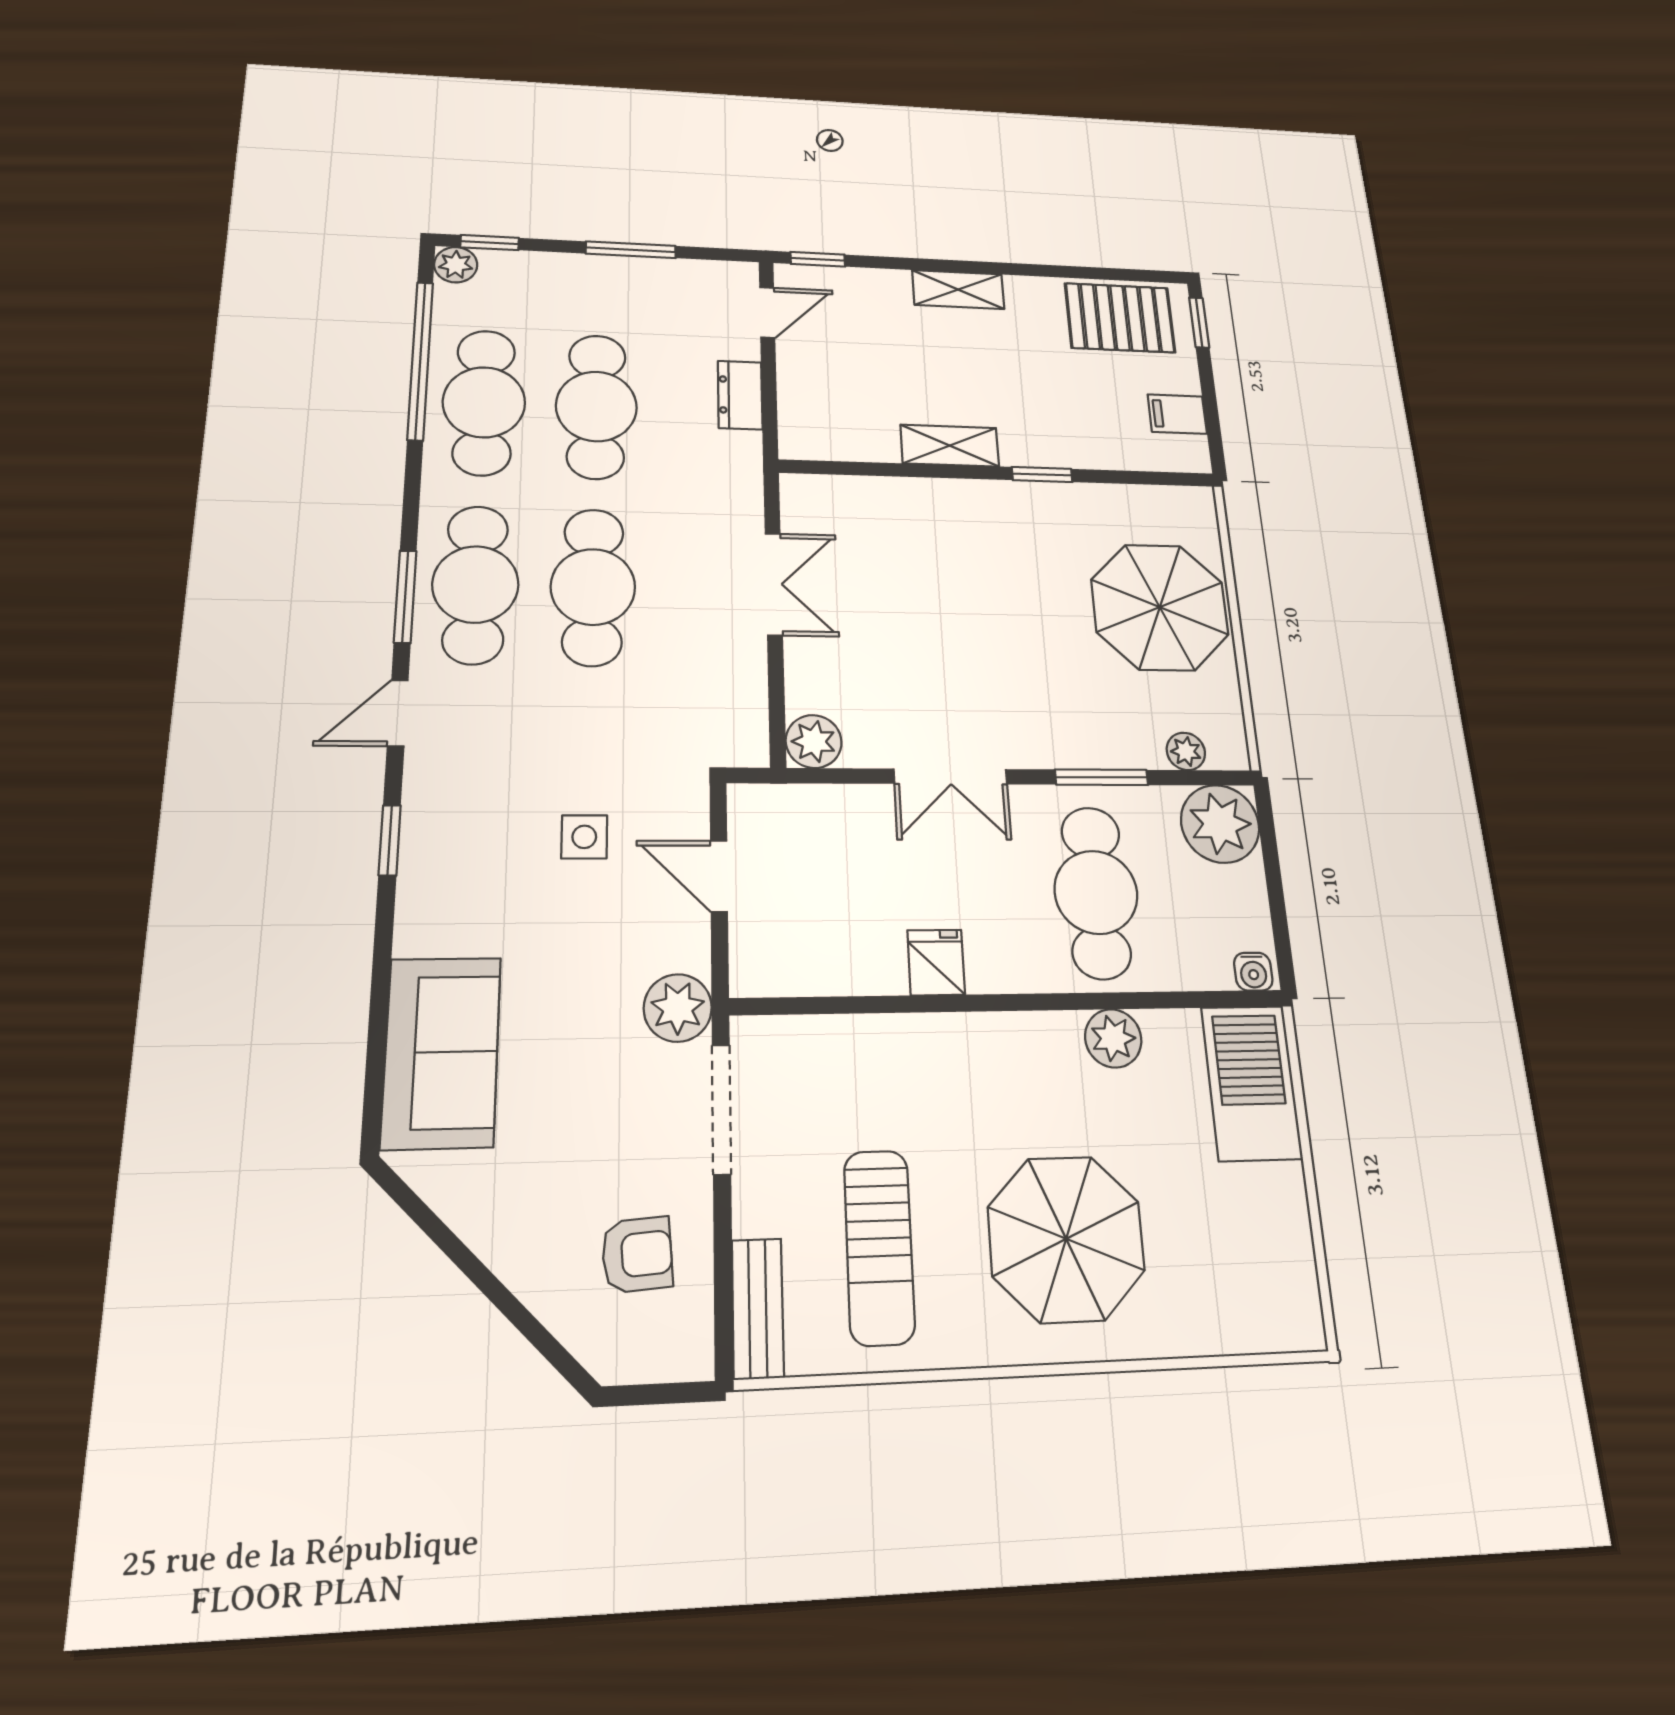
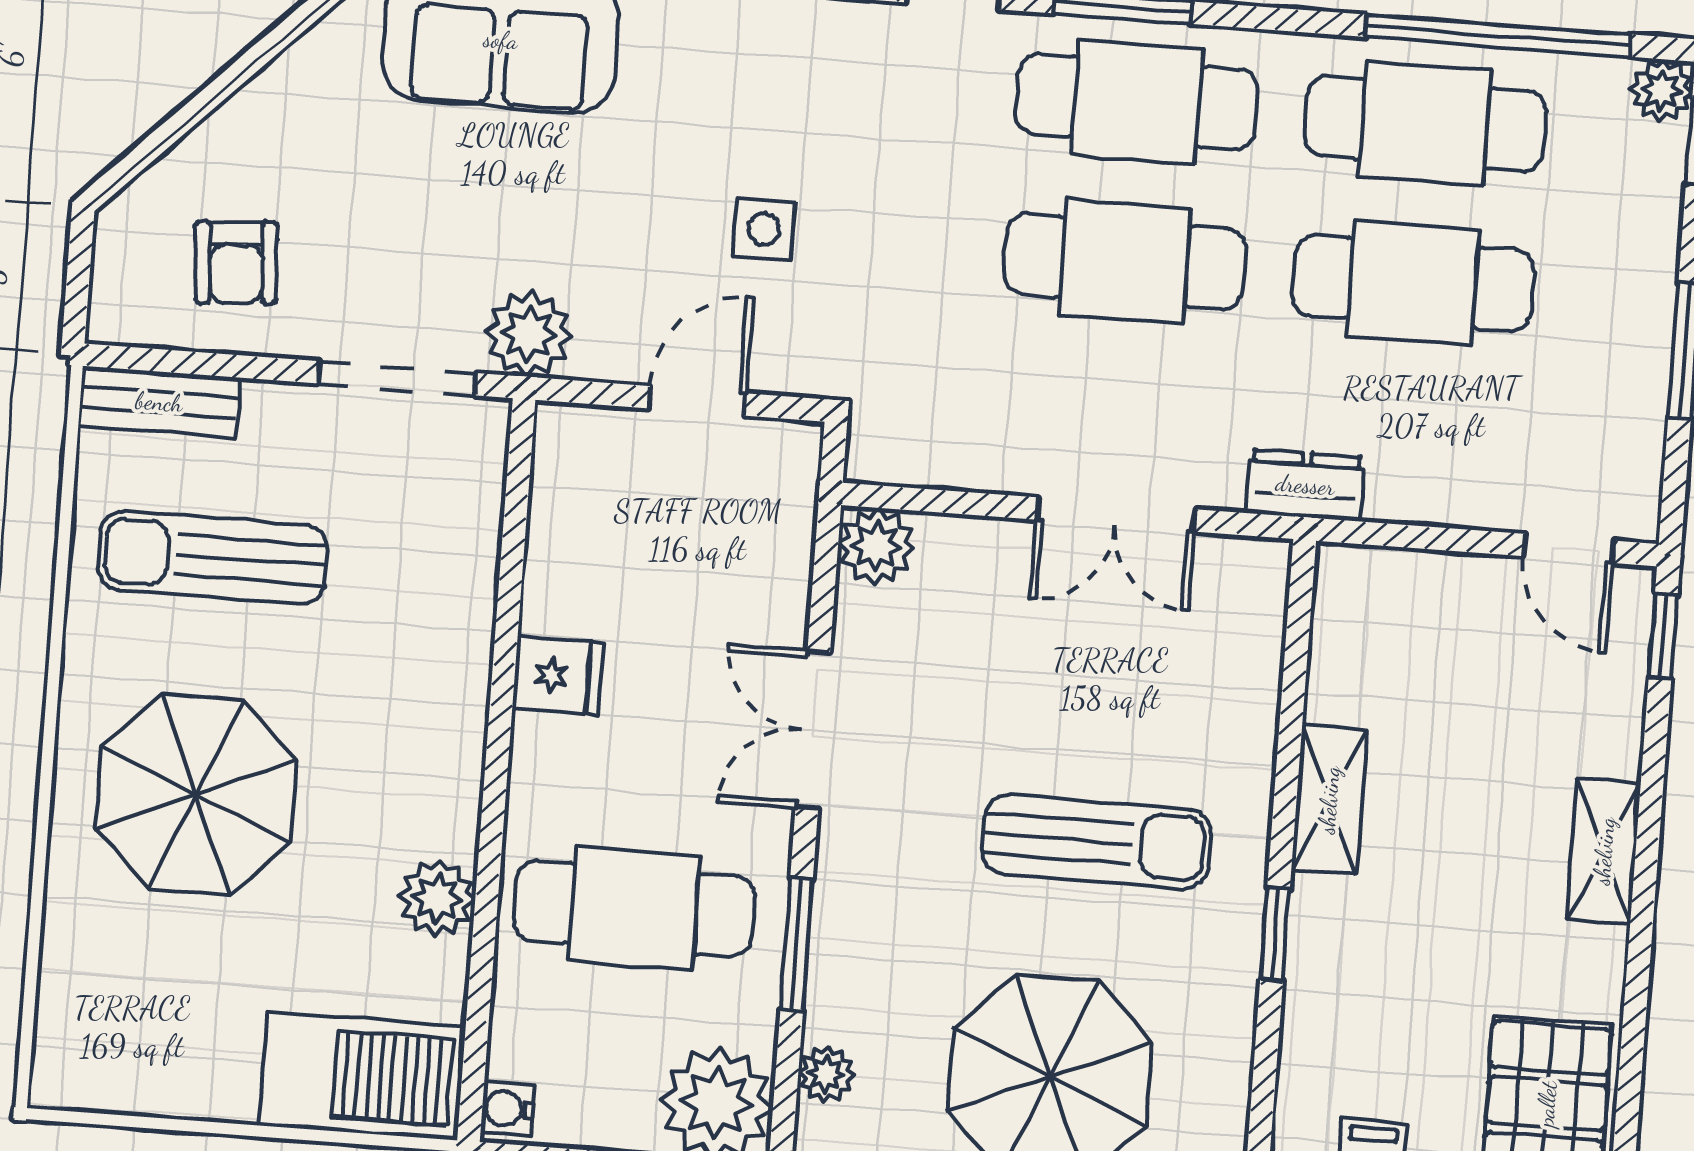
dresser: (740, 395) -> (1305, 485), moved
sun lounger: (999, 586) -> (1097, 842), added

